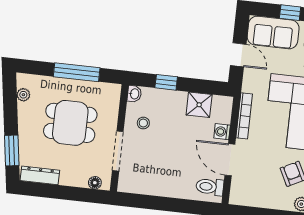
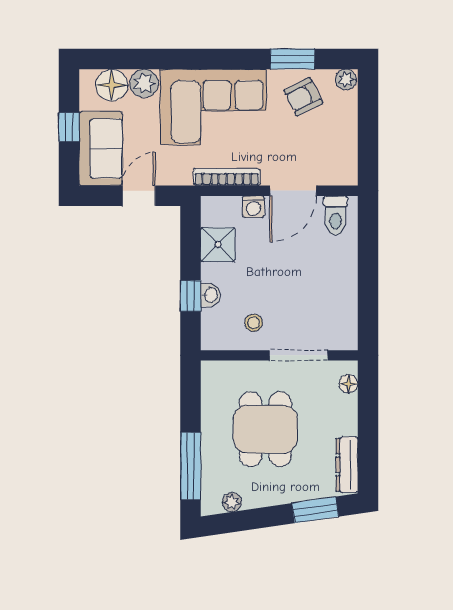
window: (77, 72) -> (191, 466), moved
washbasin: (134, 94) -> (210, 295), moved, turned 90

